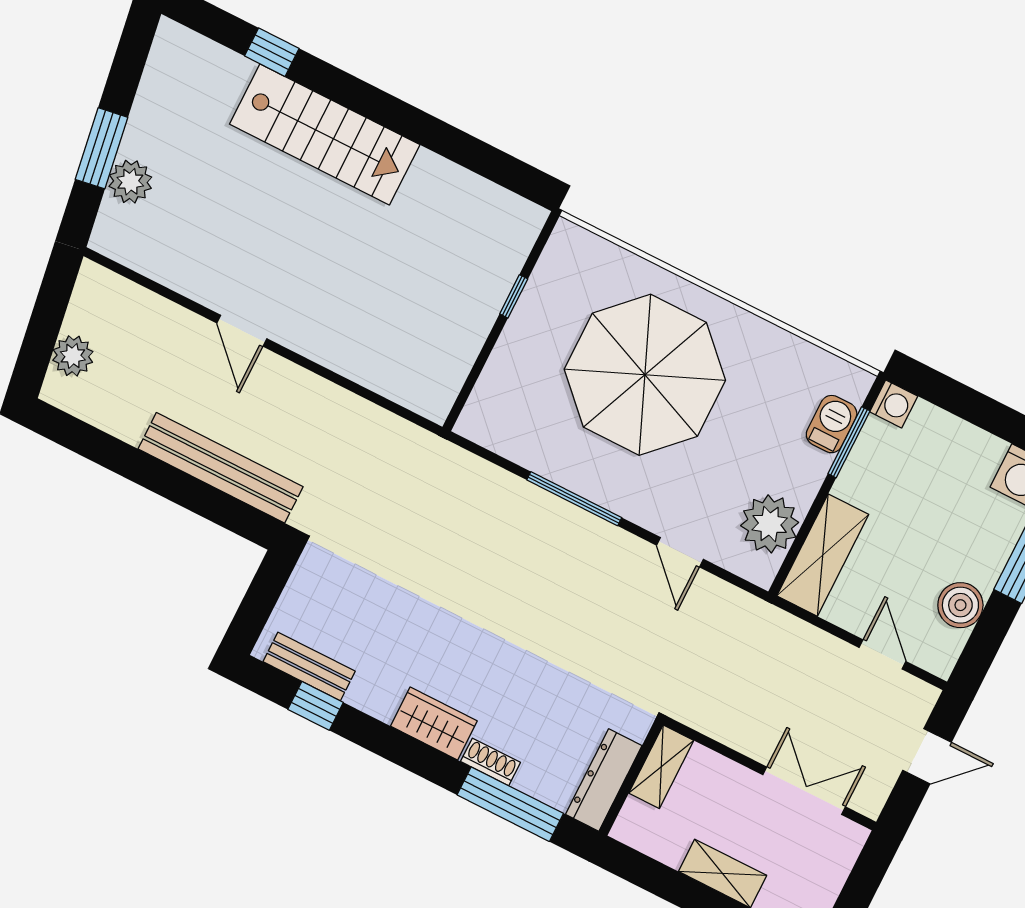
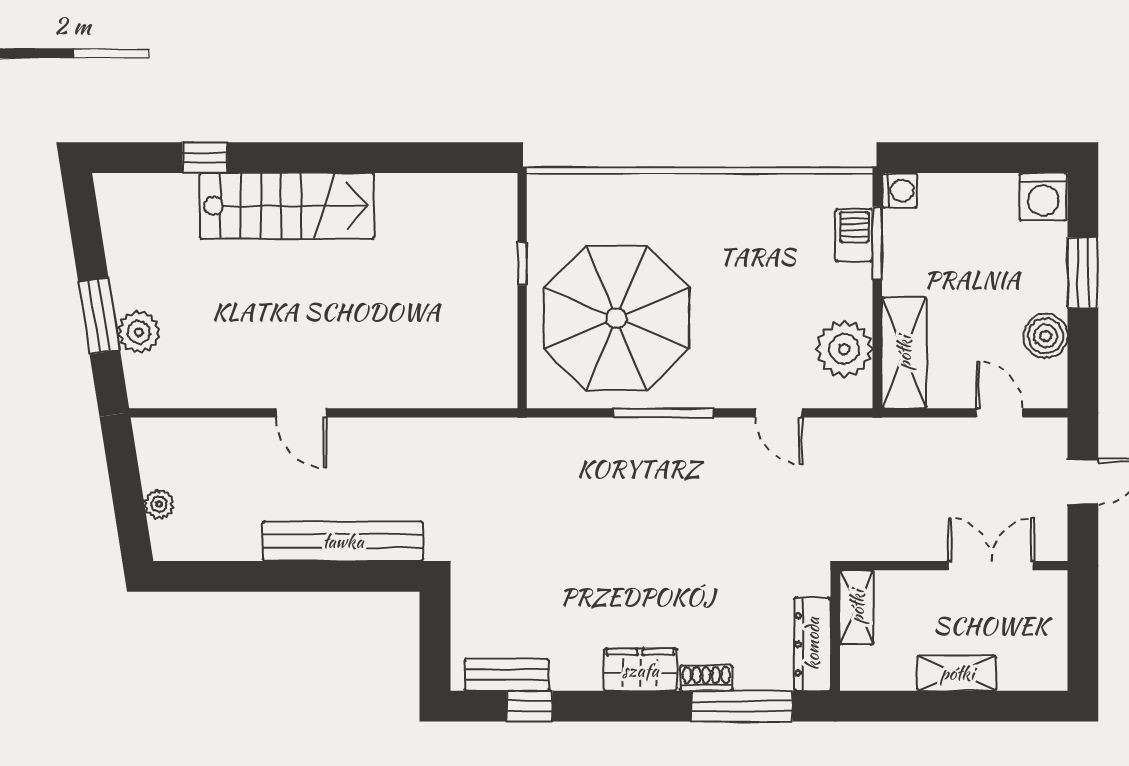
plant: (73, 356) -> (159, 504), width x0.73, depth x0.73
parasol: (645, 375) -> (616, 318), moved

